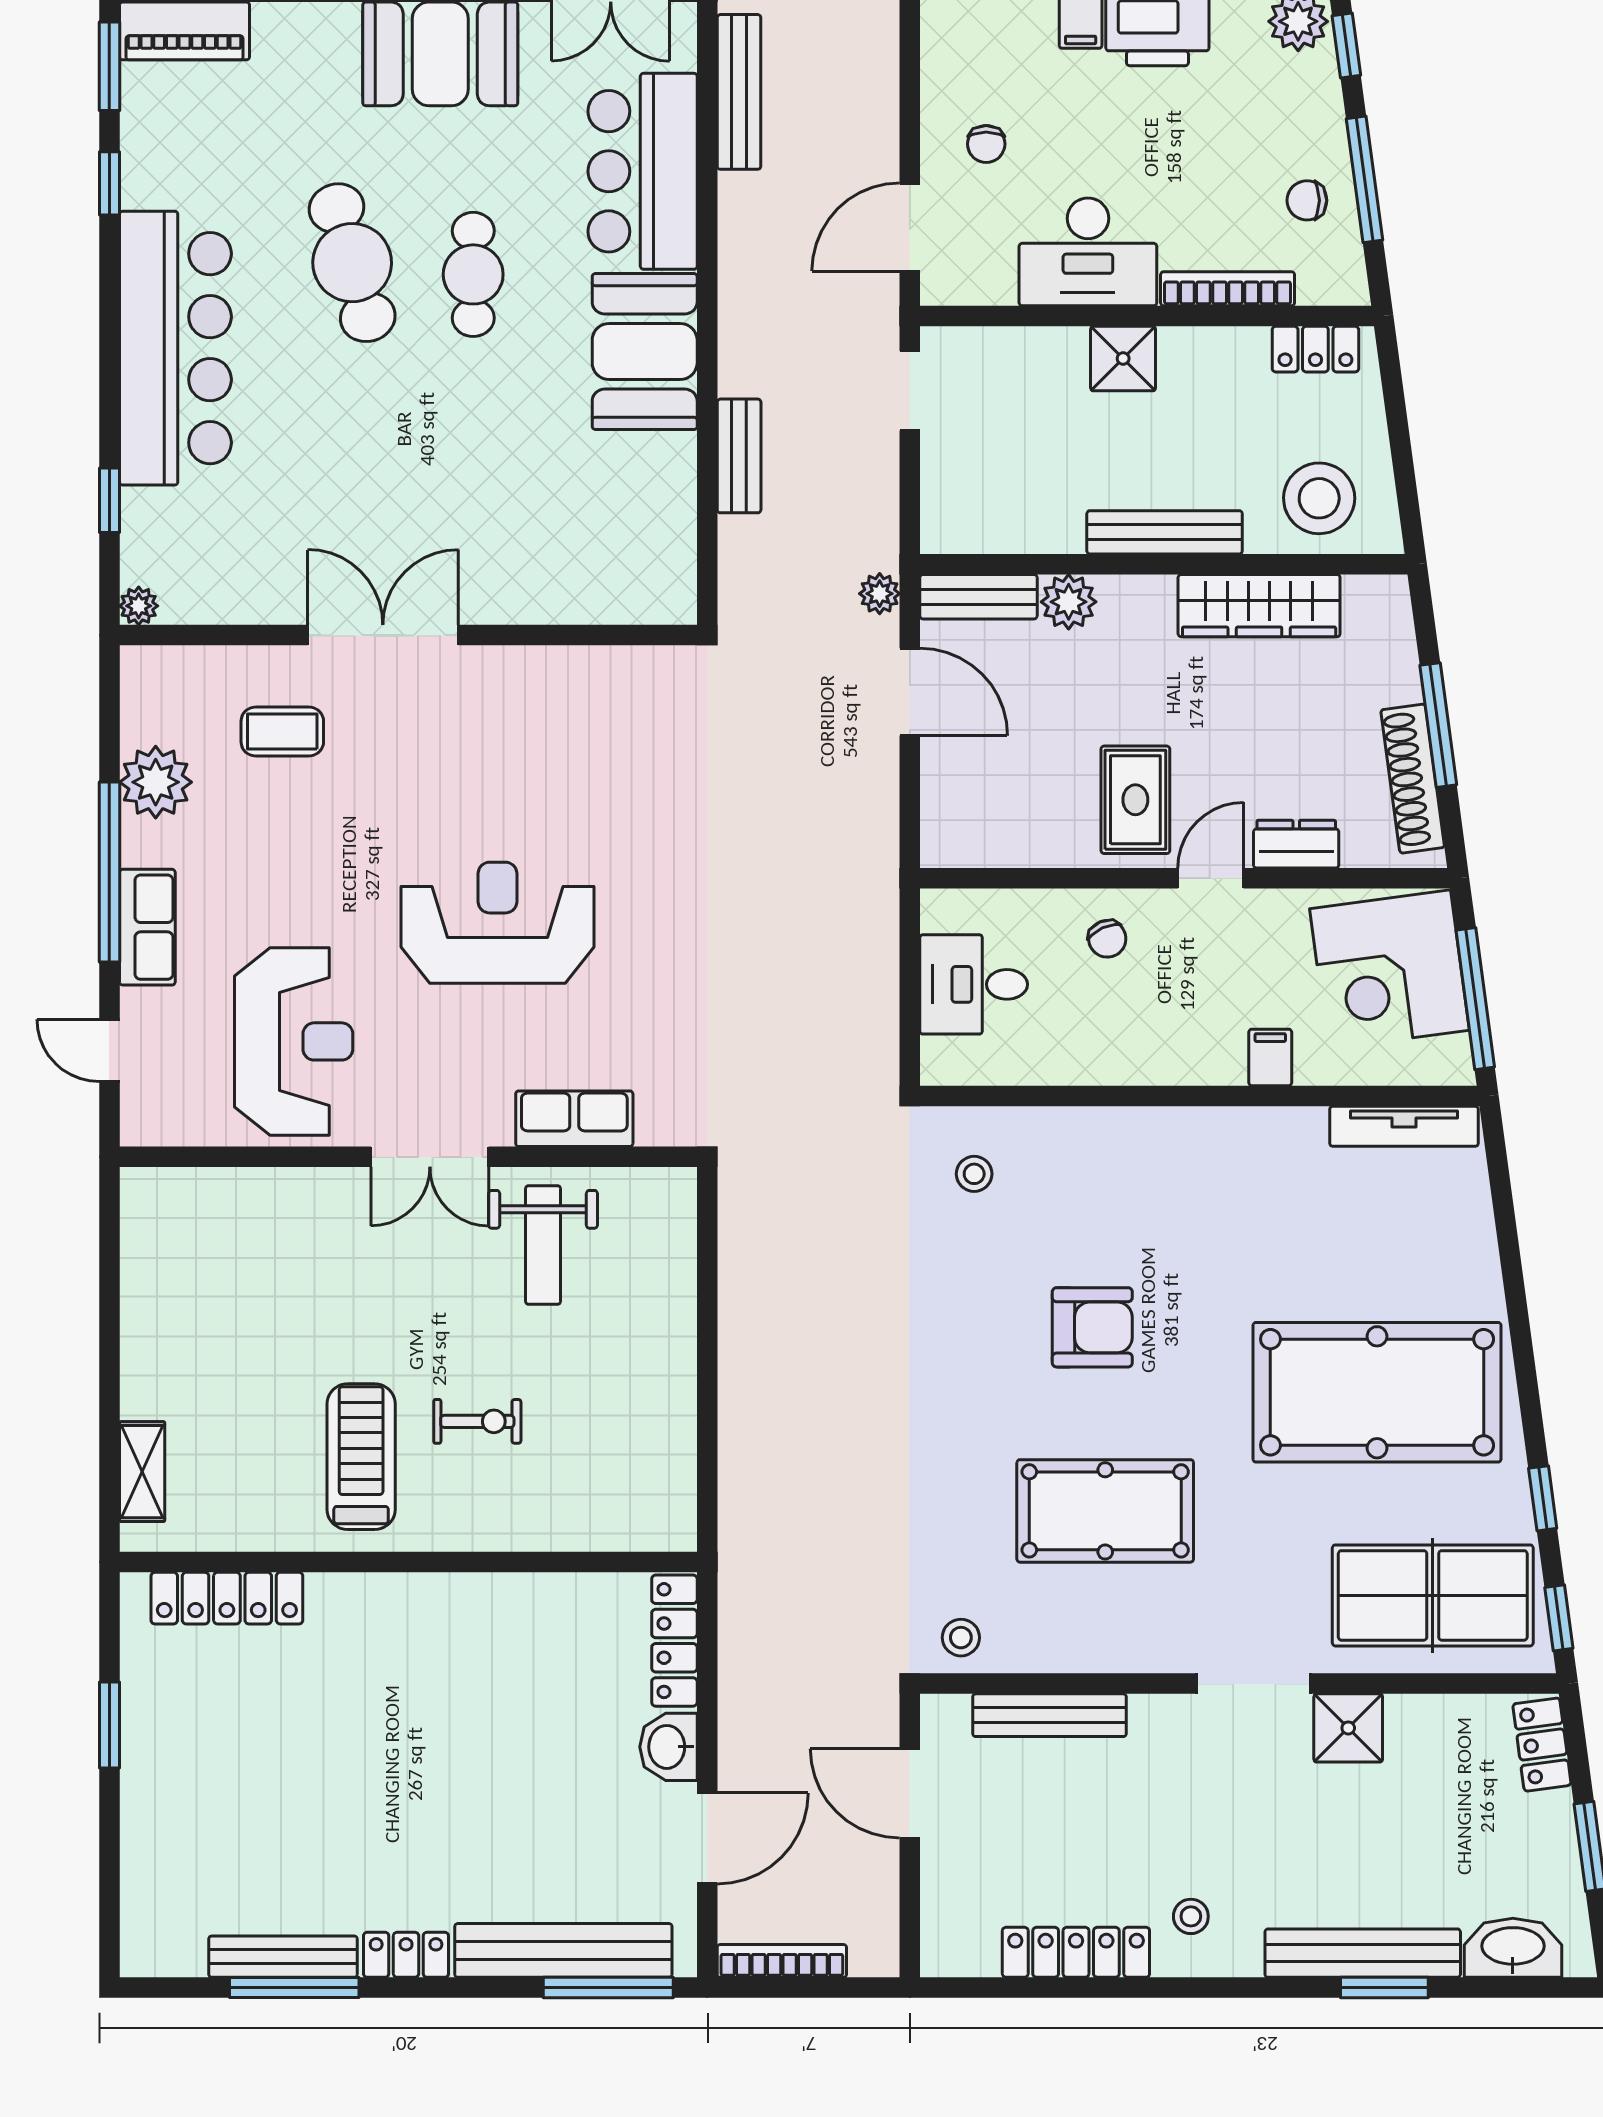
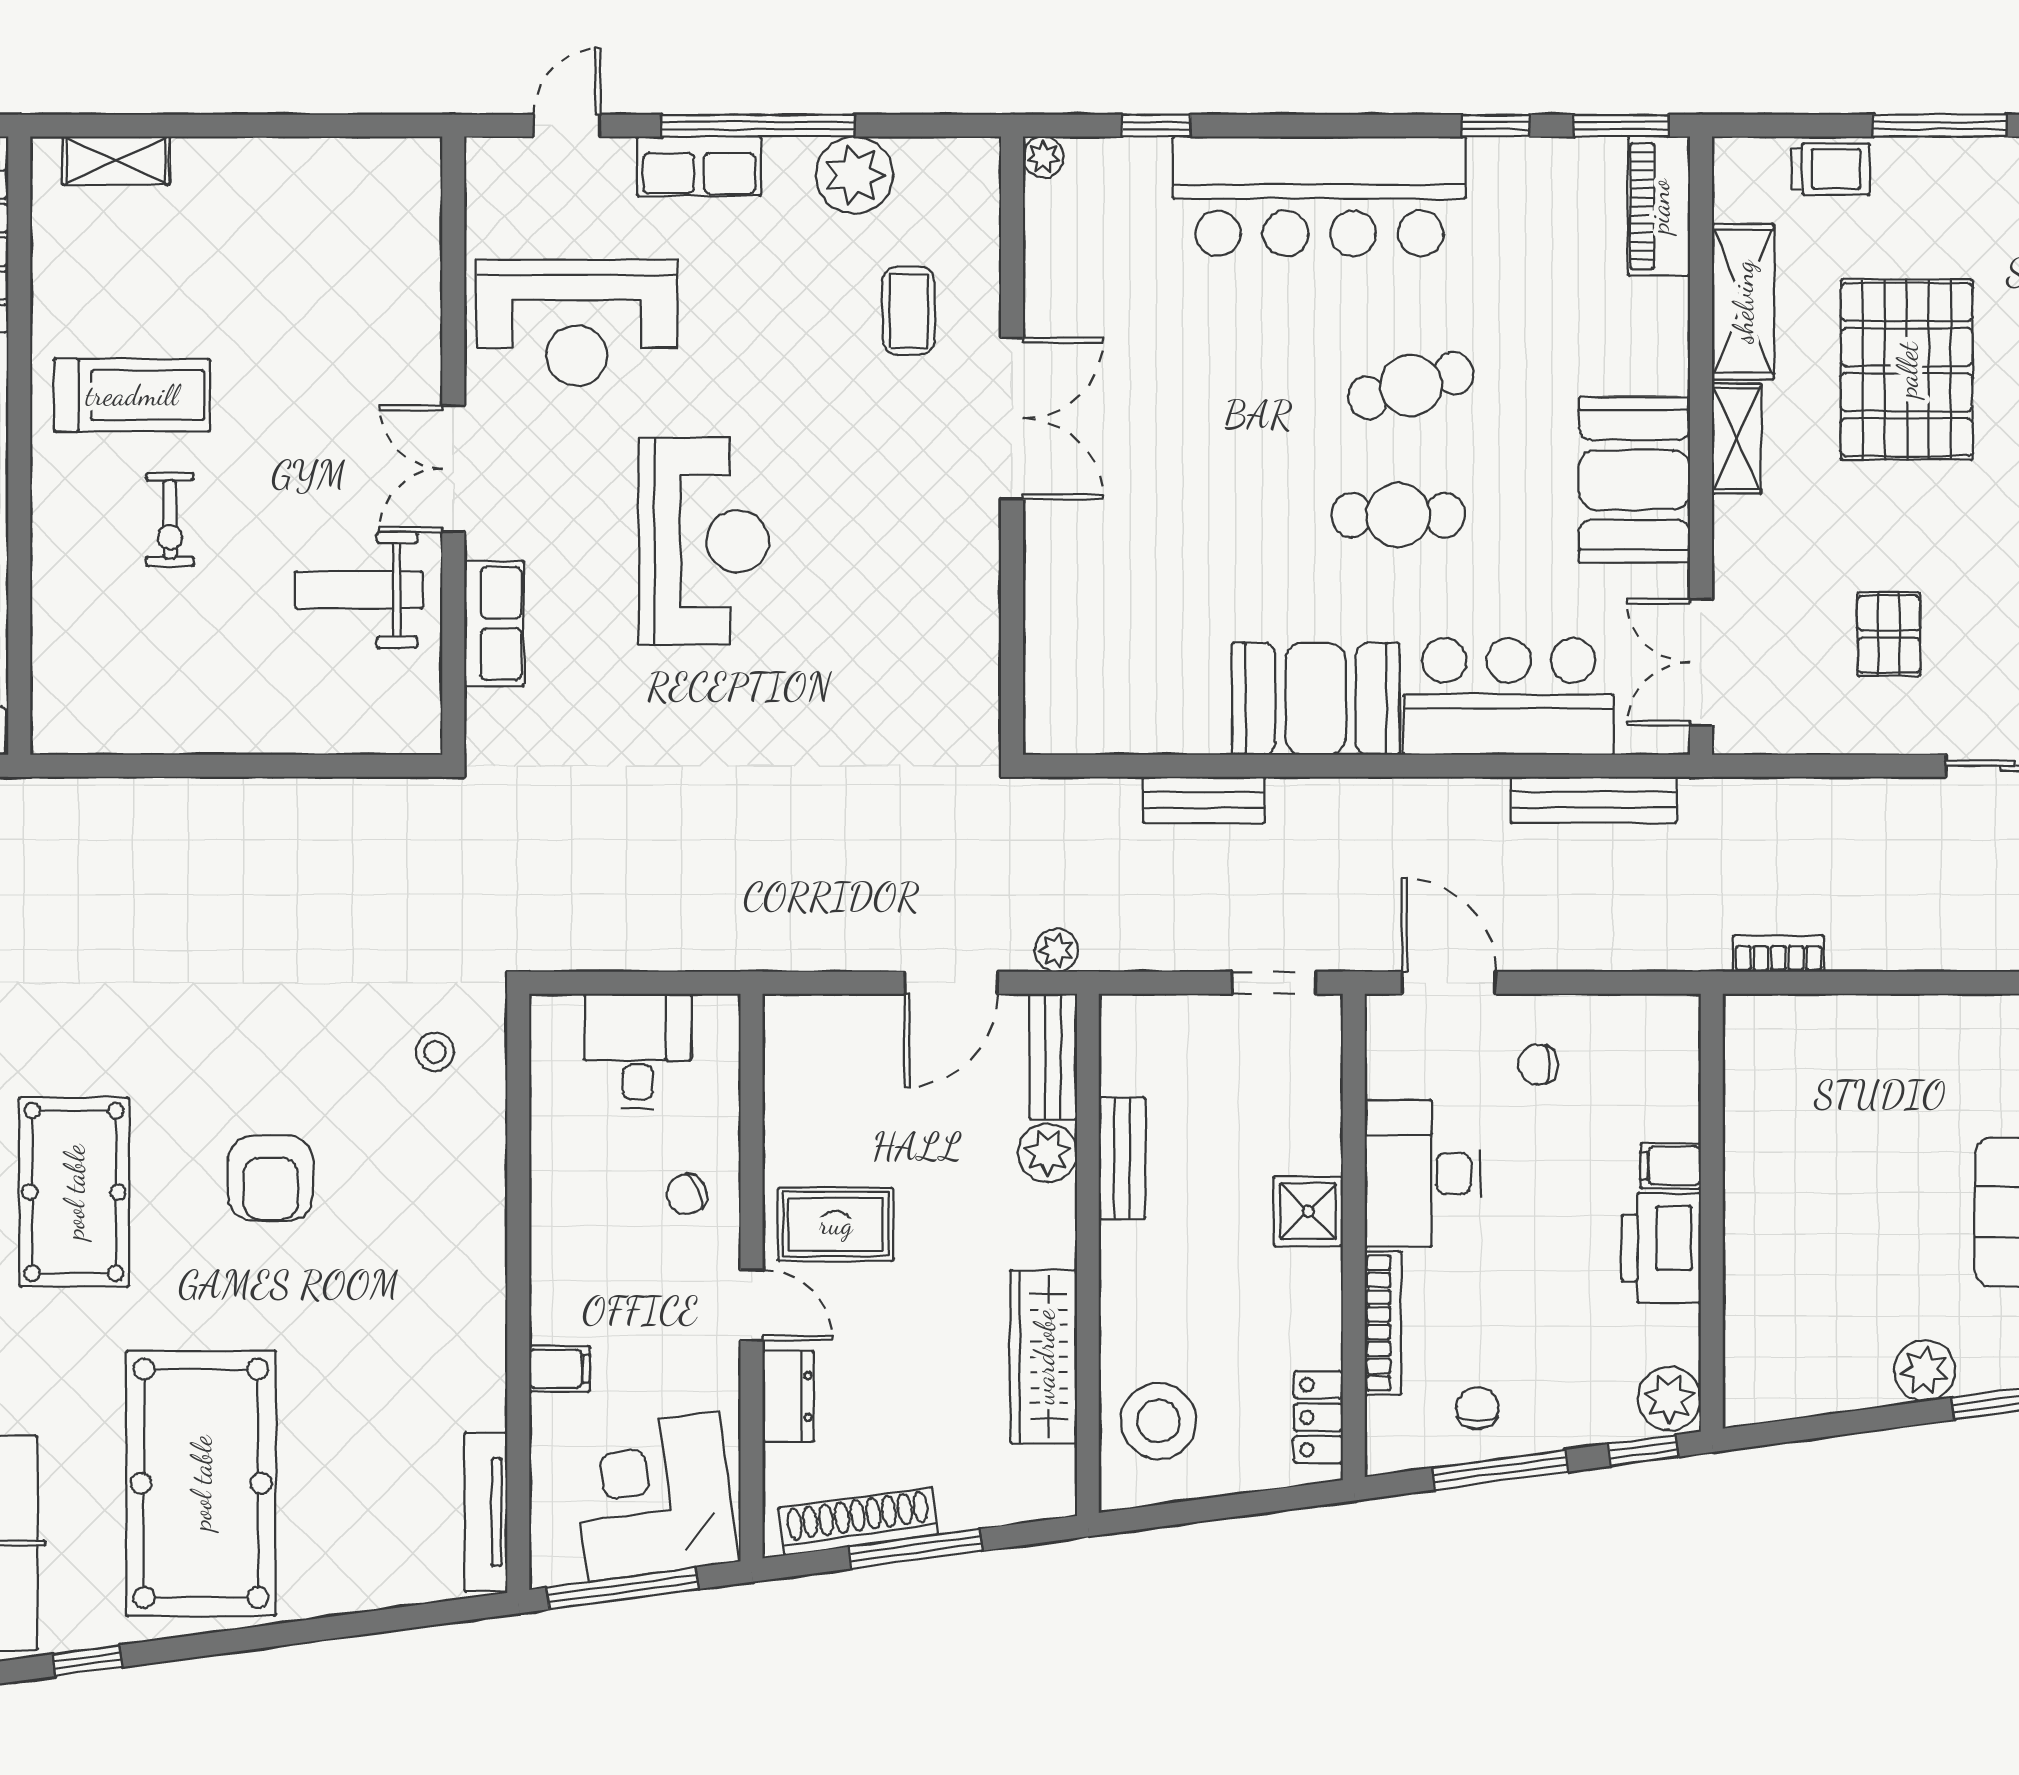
cafe table: (352, 263) -> (1411, 386), width x0.73, depth x0.74
bench: (1165, 532) -> (1122, 1158), moved, width x0.73

